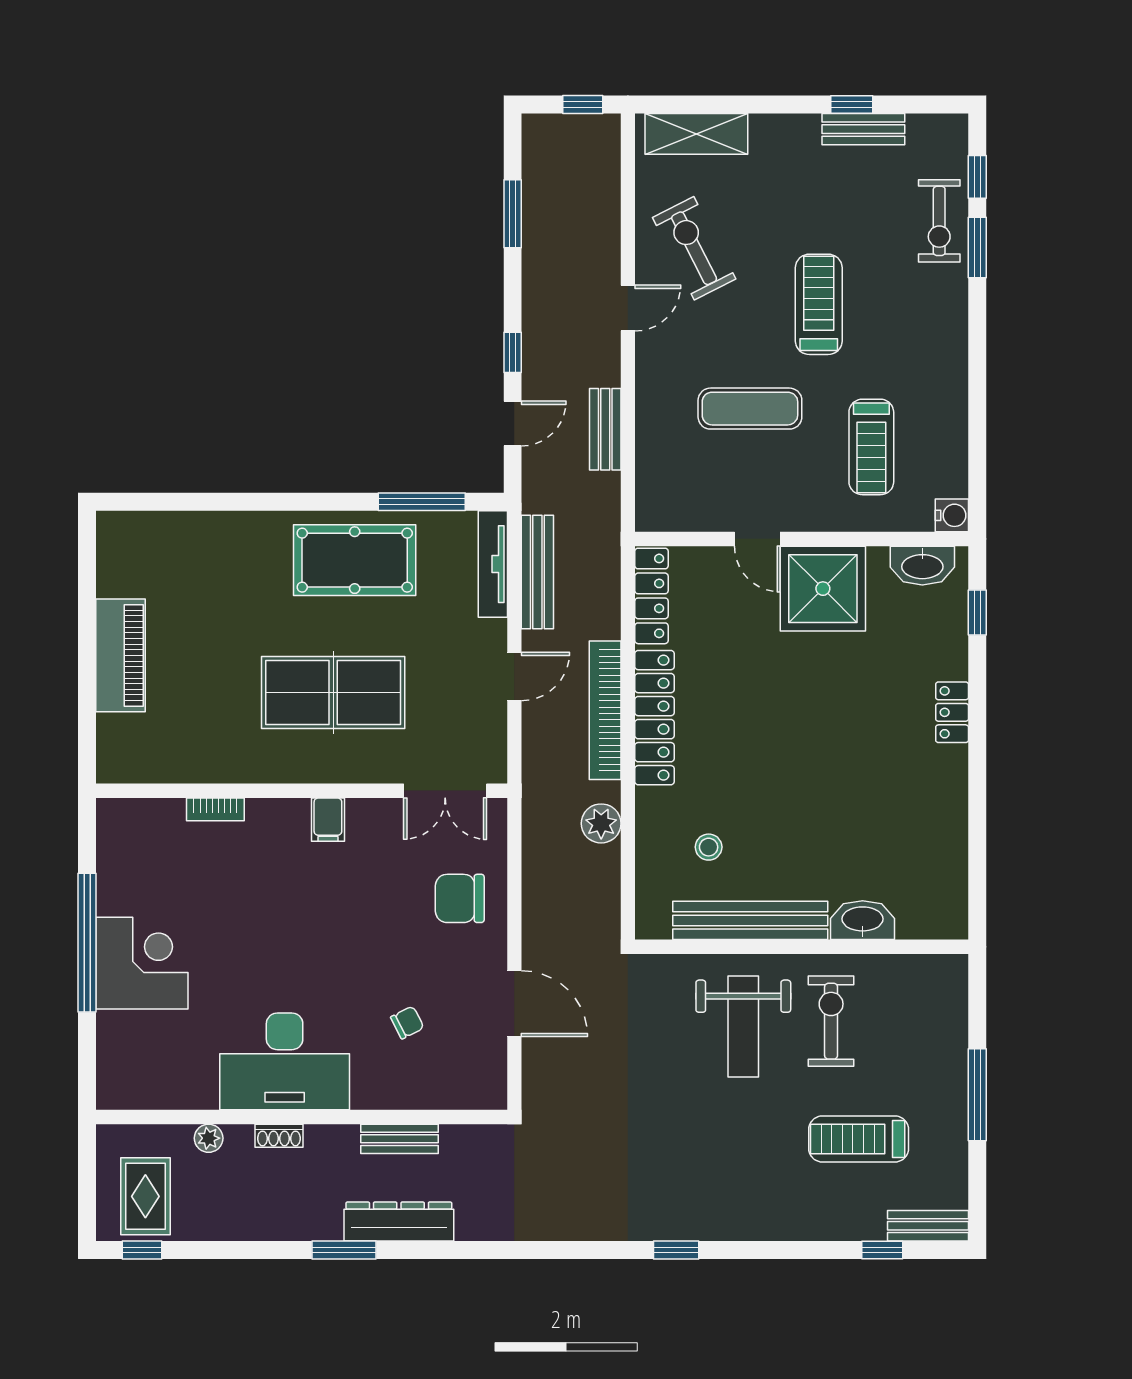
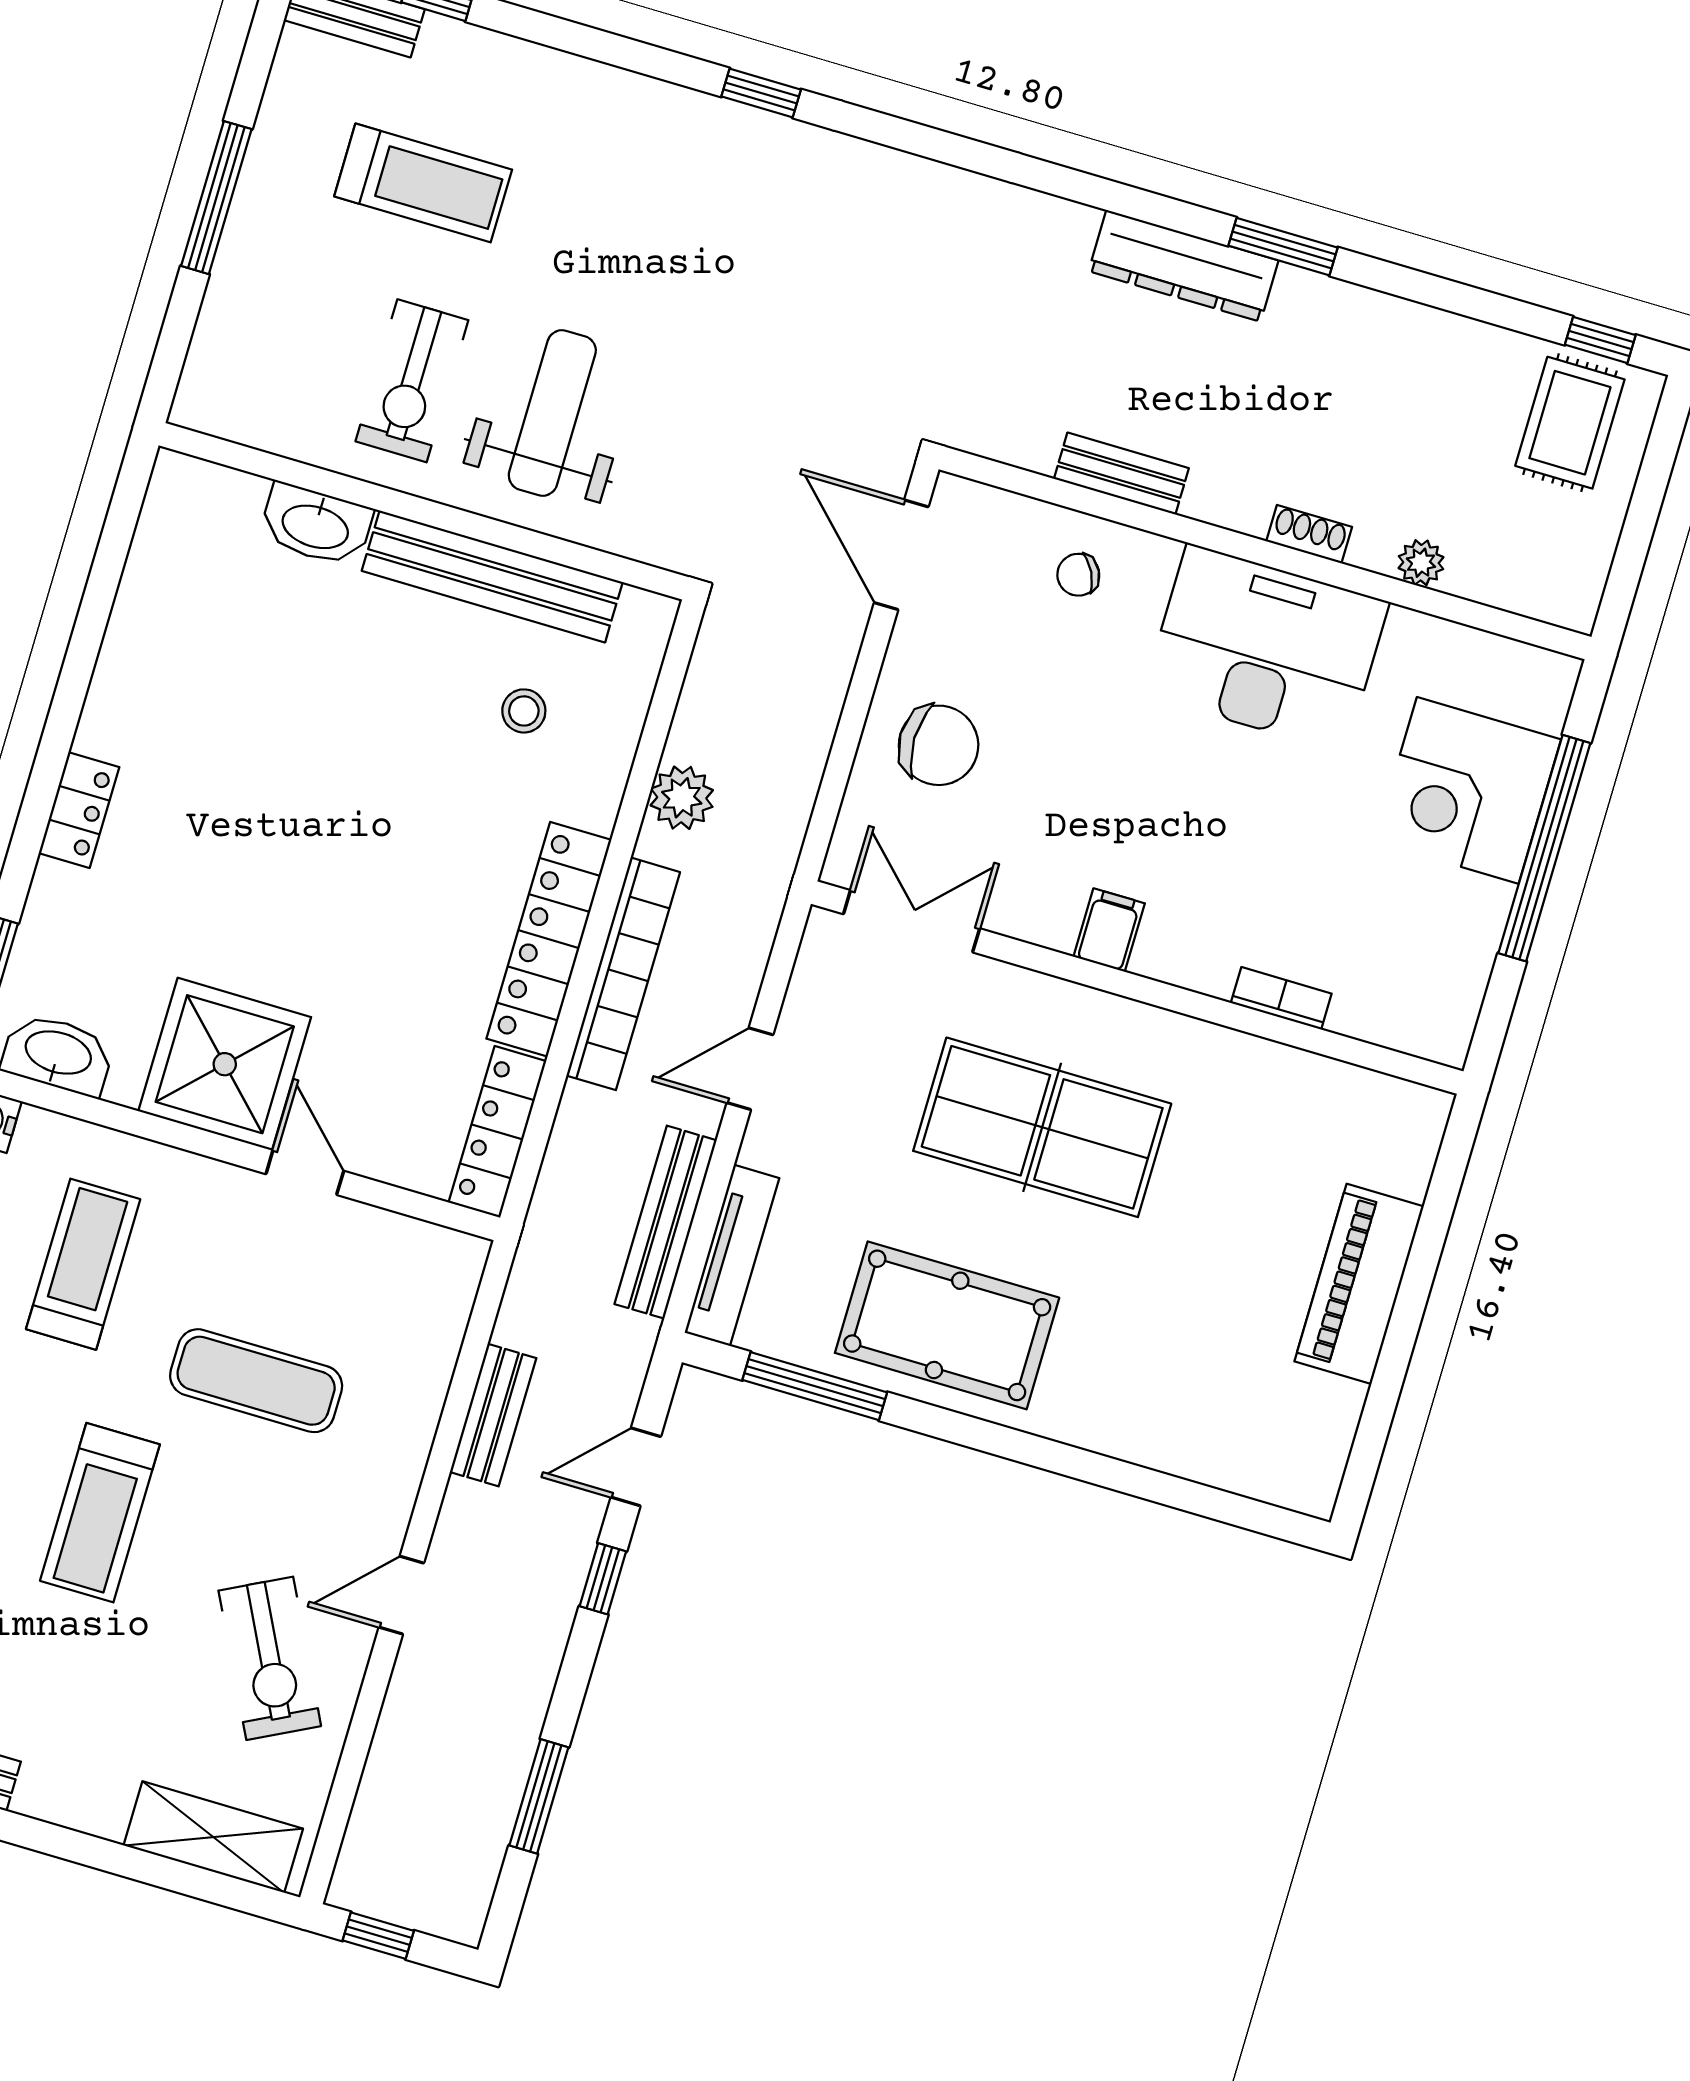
desk: (285, 1061) -> (1266, 648), moved
wall: (302, 1117) -> (1265, 553), moved
shoe rack: (279, 1136) -> (1309, 534), moved
plant: (209, 1138) -> (1421, 563), moved
bench: (399, 1139) -> (1121, 473), moved

